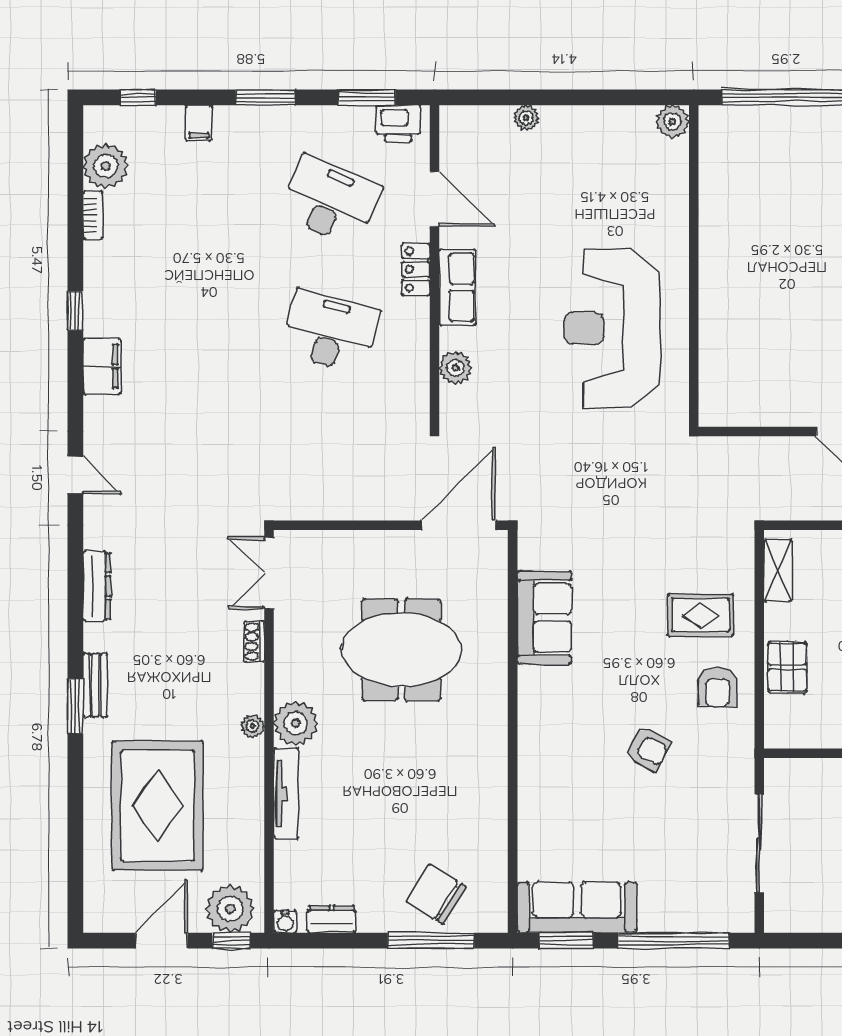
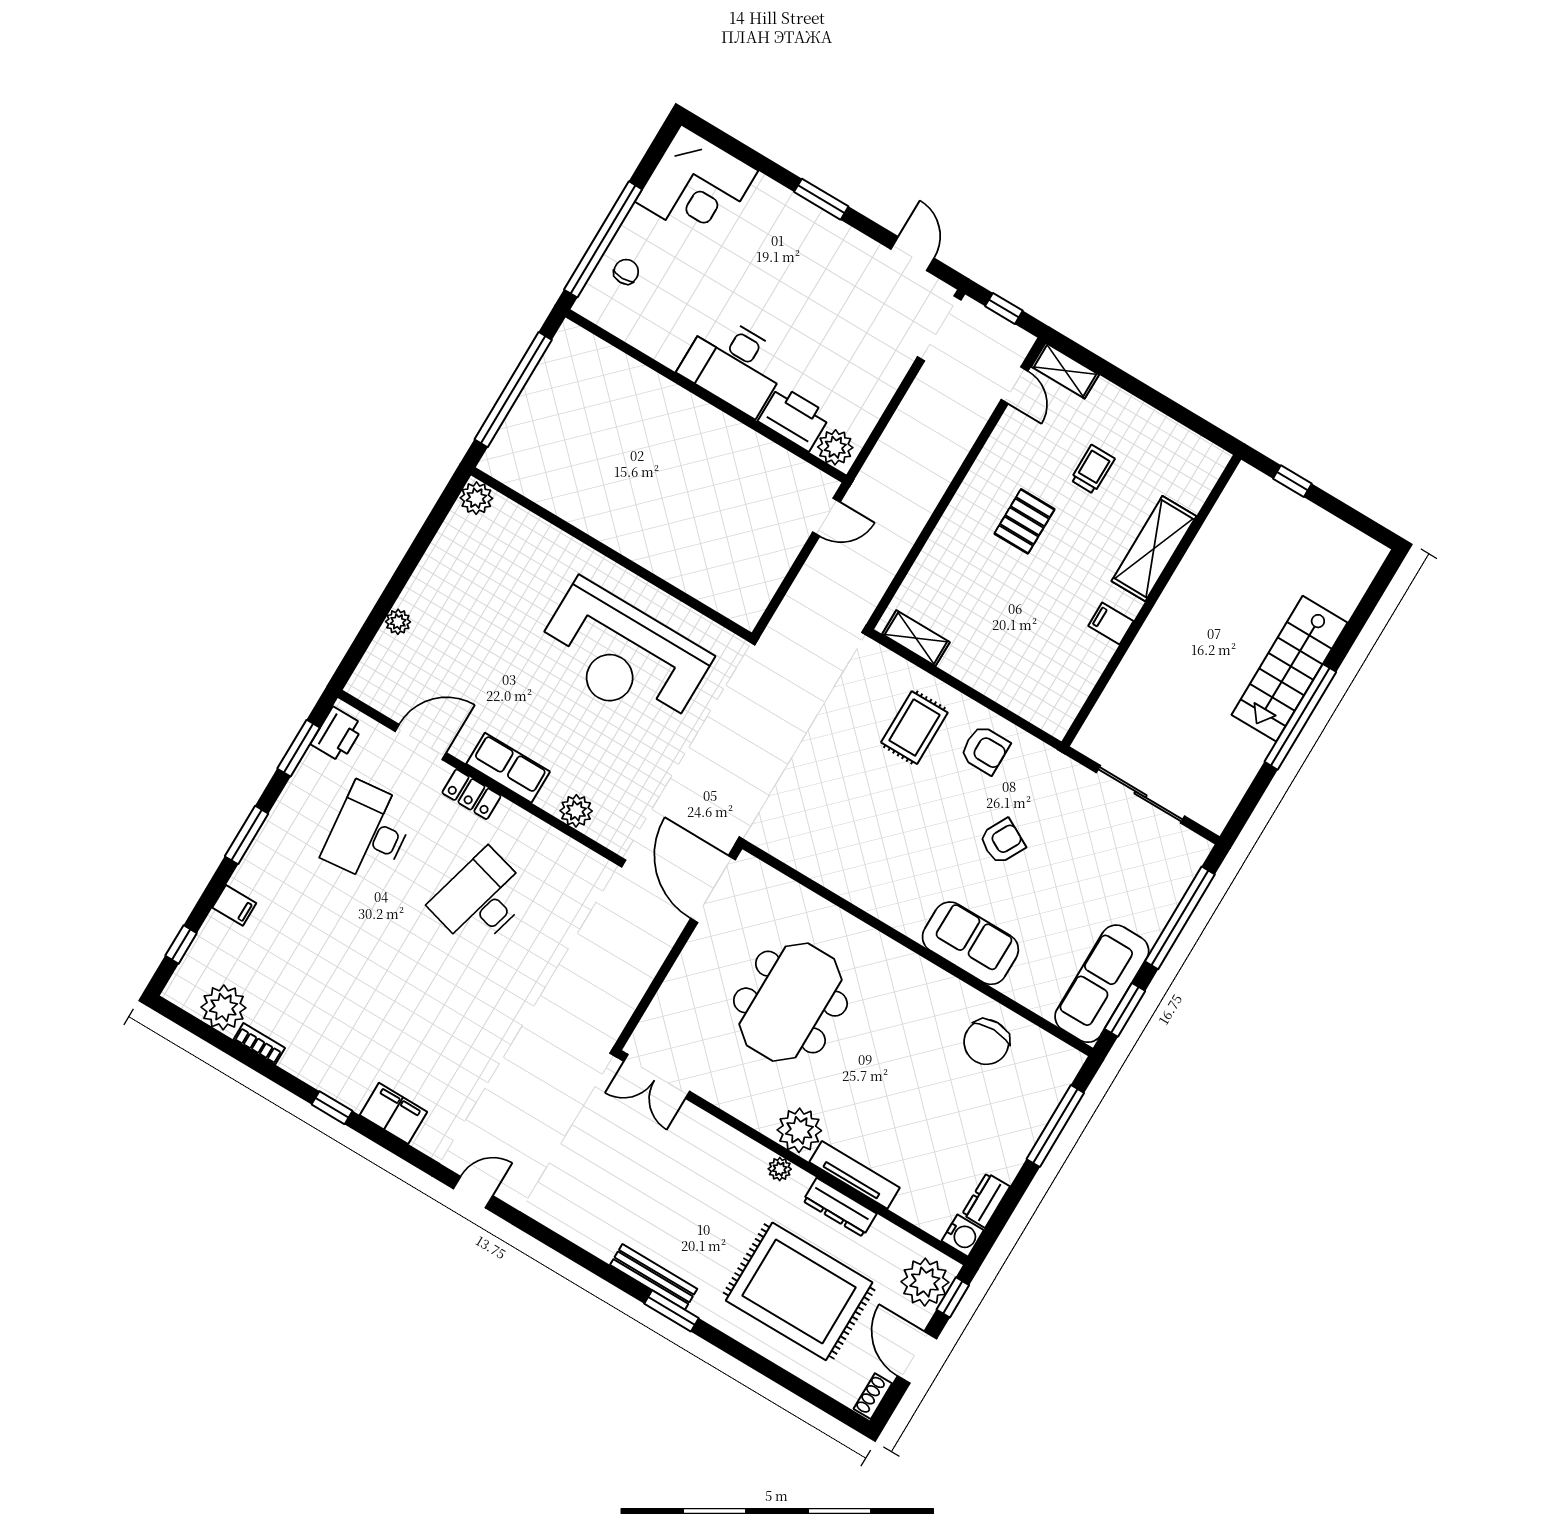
desk: (330, 201) -> (369, 833), turned -30
dresser: (97, 586) -> (840, 1207), moved, turned 180
sofa: (544, 618) -> (970, 943), moved
shoe rack: (254, 642) -> (873, 1396), moved, turned 90
pallet: (787, 667) -> (1004, 680), removed
bench: (95, 685) -> (654, 1277), width x1.36
chair: (436, 894) -> (986, 1042), moved, turned -32
water cooler: (285, 922) -> (963, 1236), width x1.38, depth x1.38

